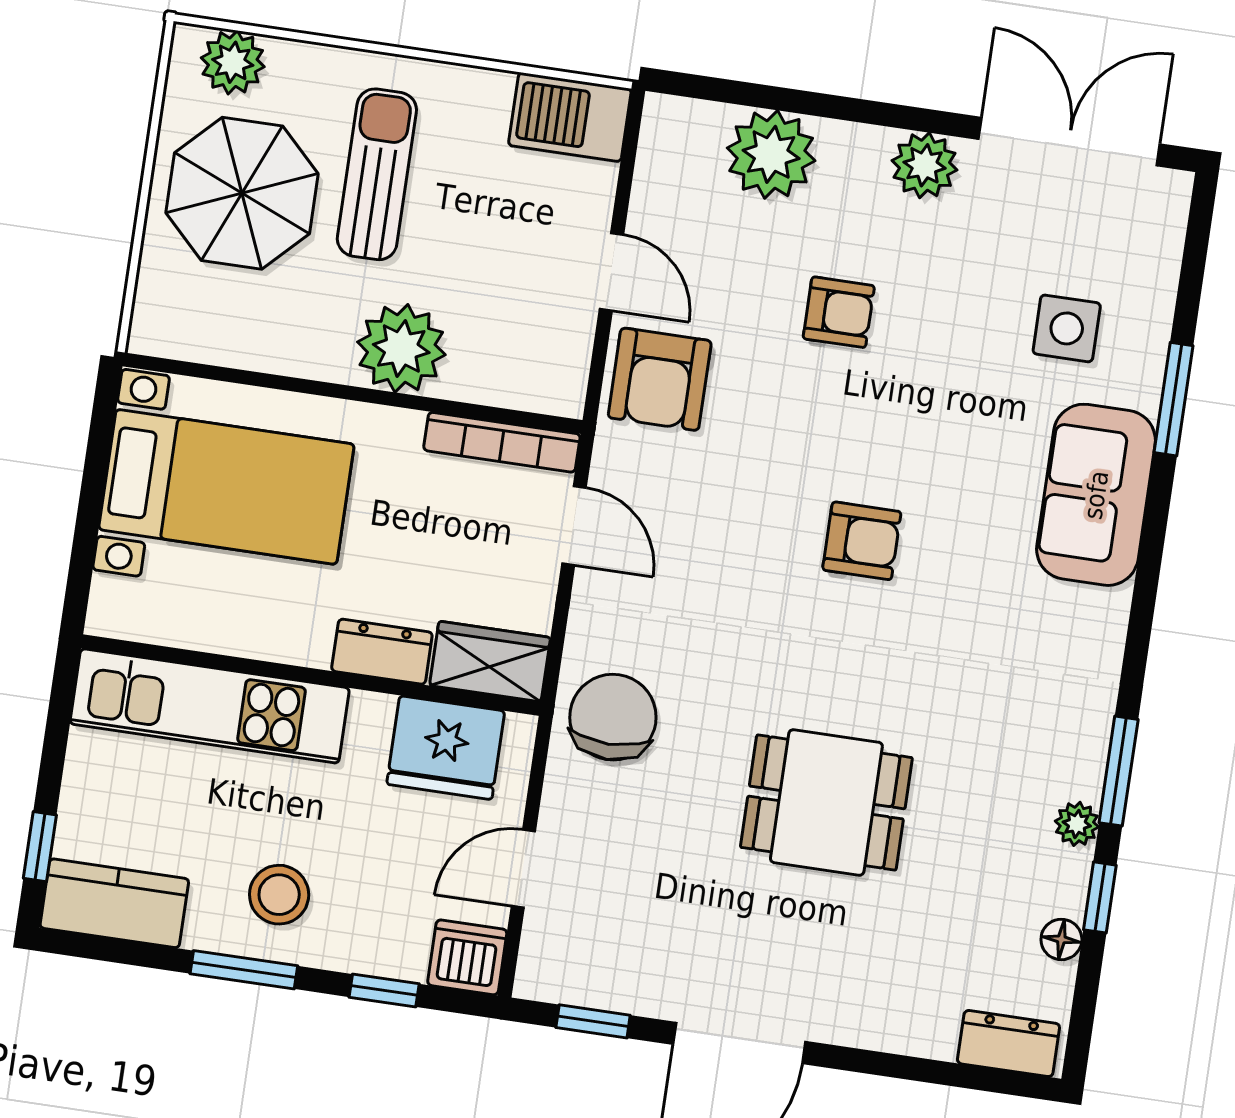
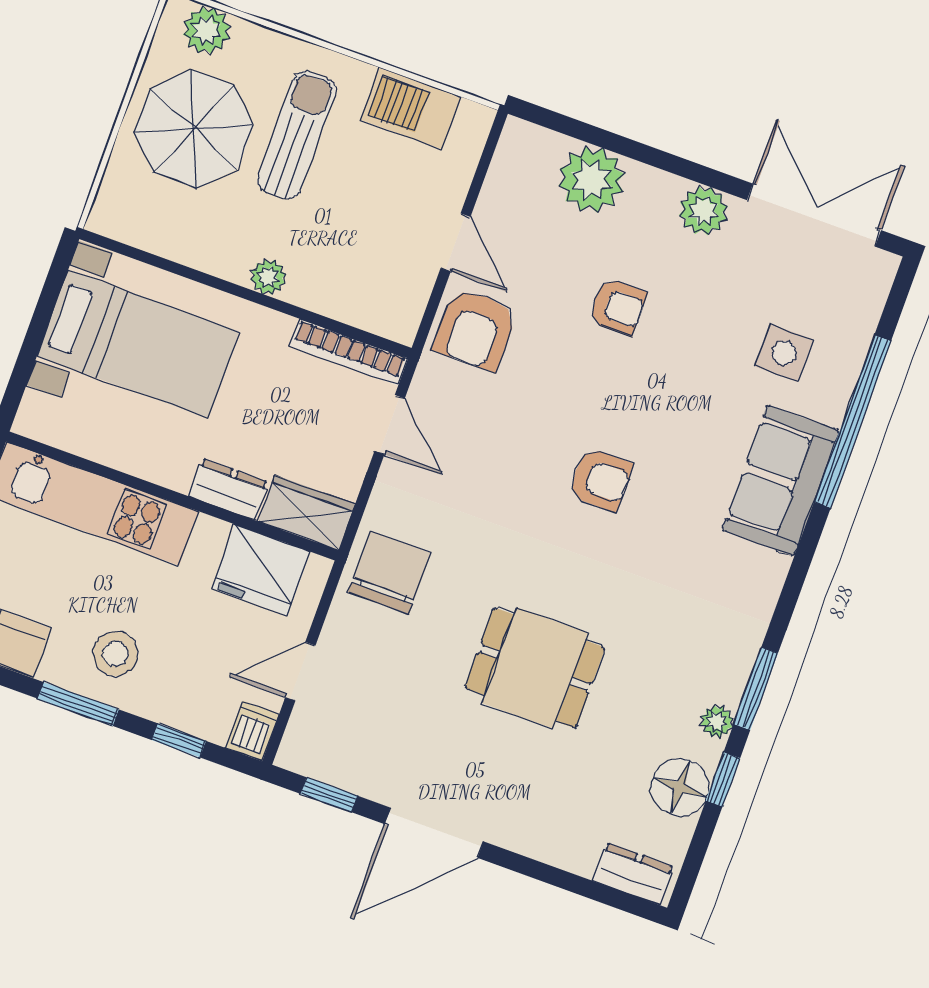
barbecue: (570, 117) -> (411, 108), moved
plant: (401, 348) -> (268, 277), width x0.53, depth x0.53
window: (1174, 399) -> (853, 421), width x2.11
floor lamp: (1061, 939) -> (680, 787), width x1.89, depth x1.89
dishwasher: (467, 957) -> (252, 731), width x0.73

